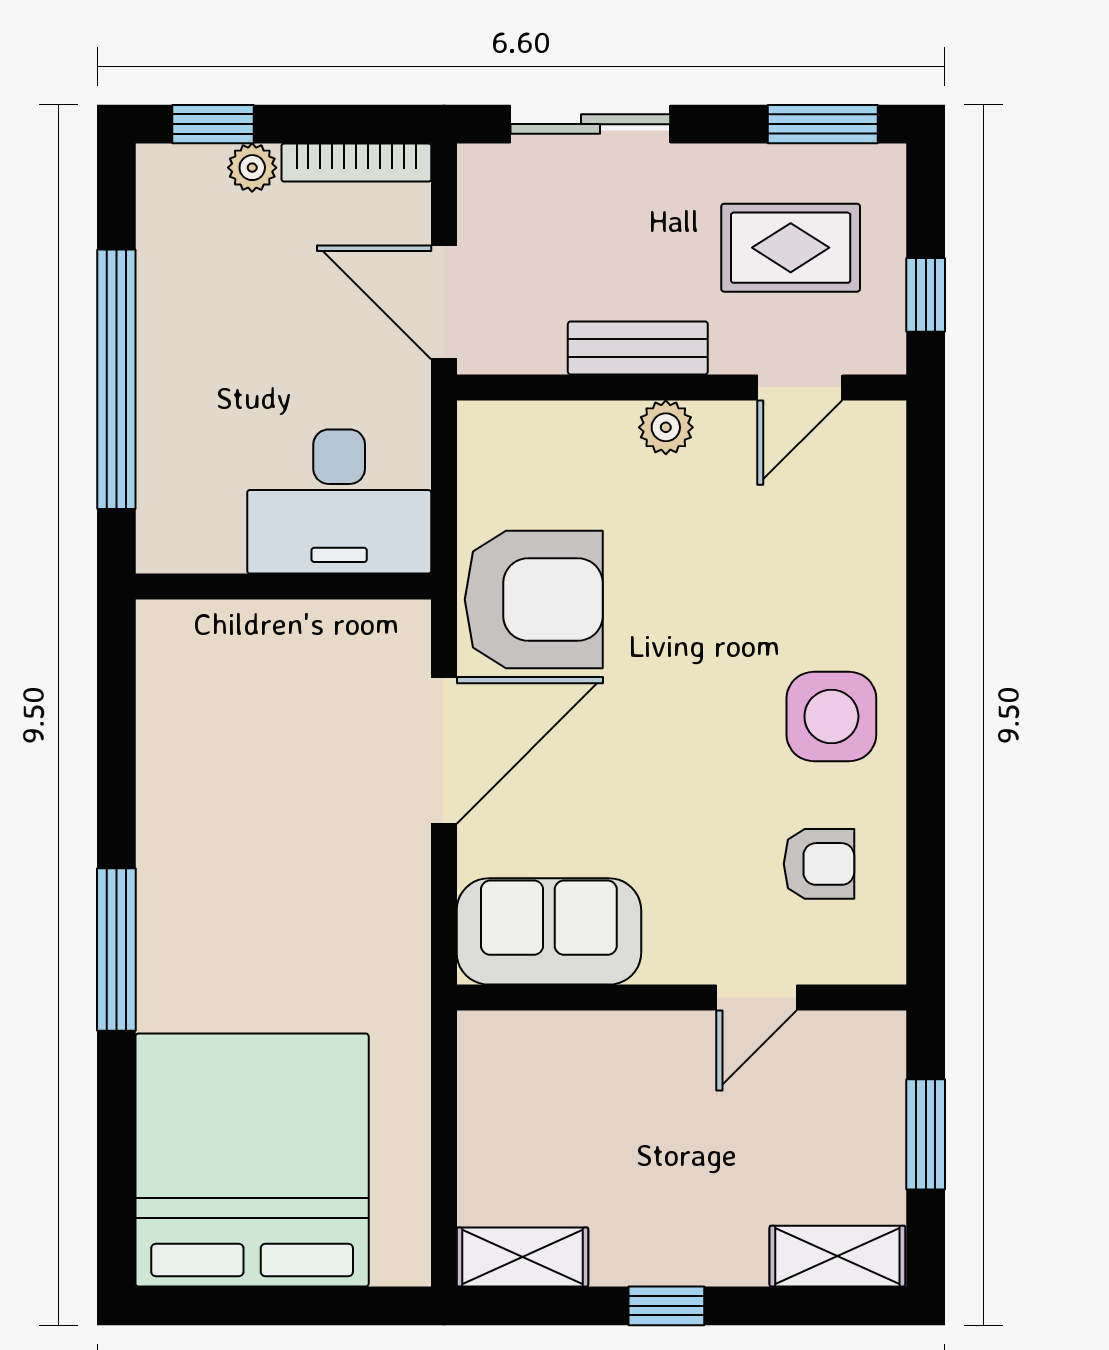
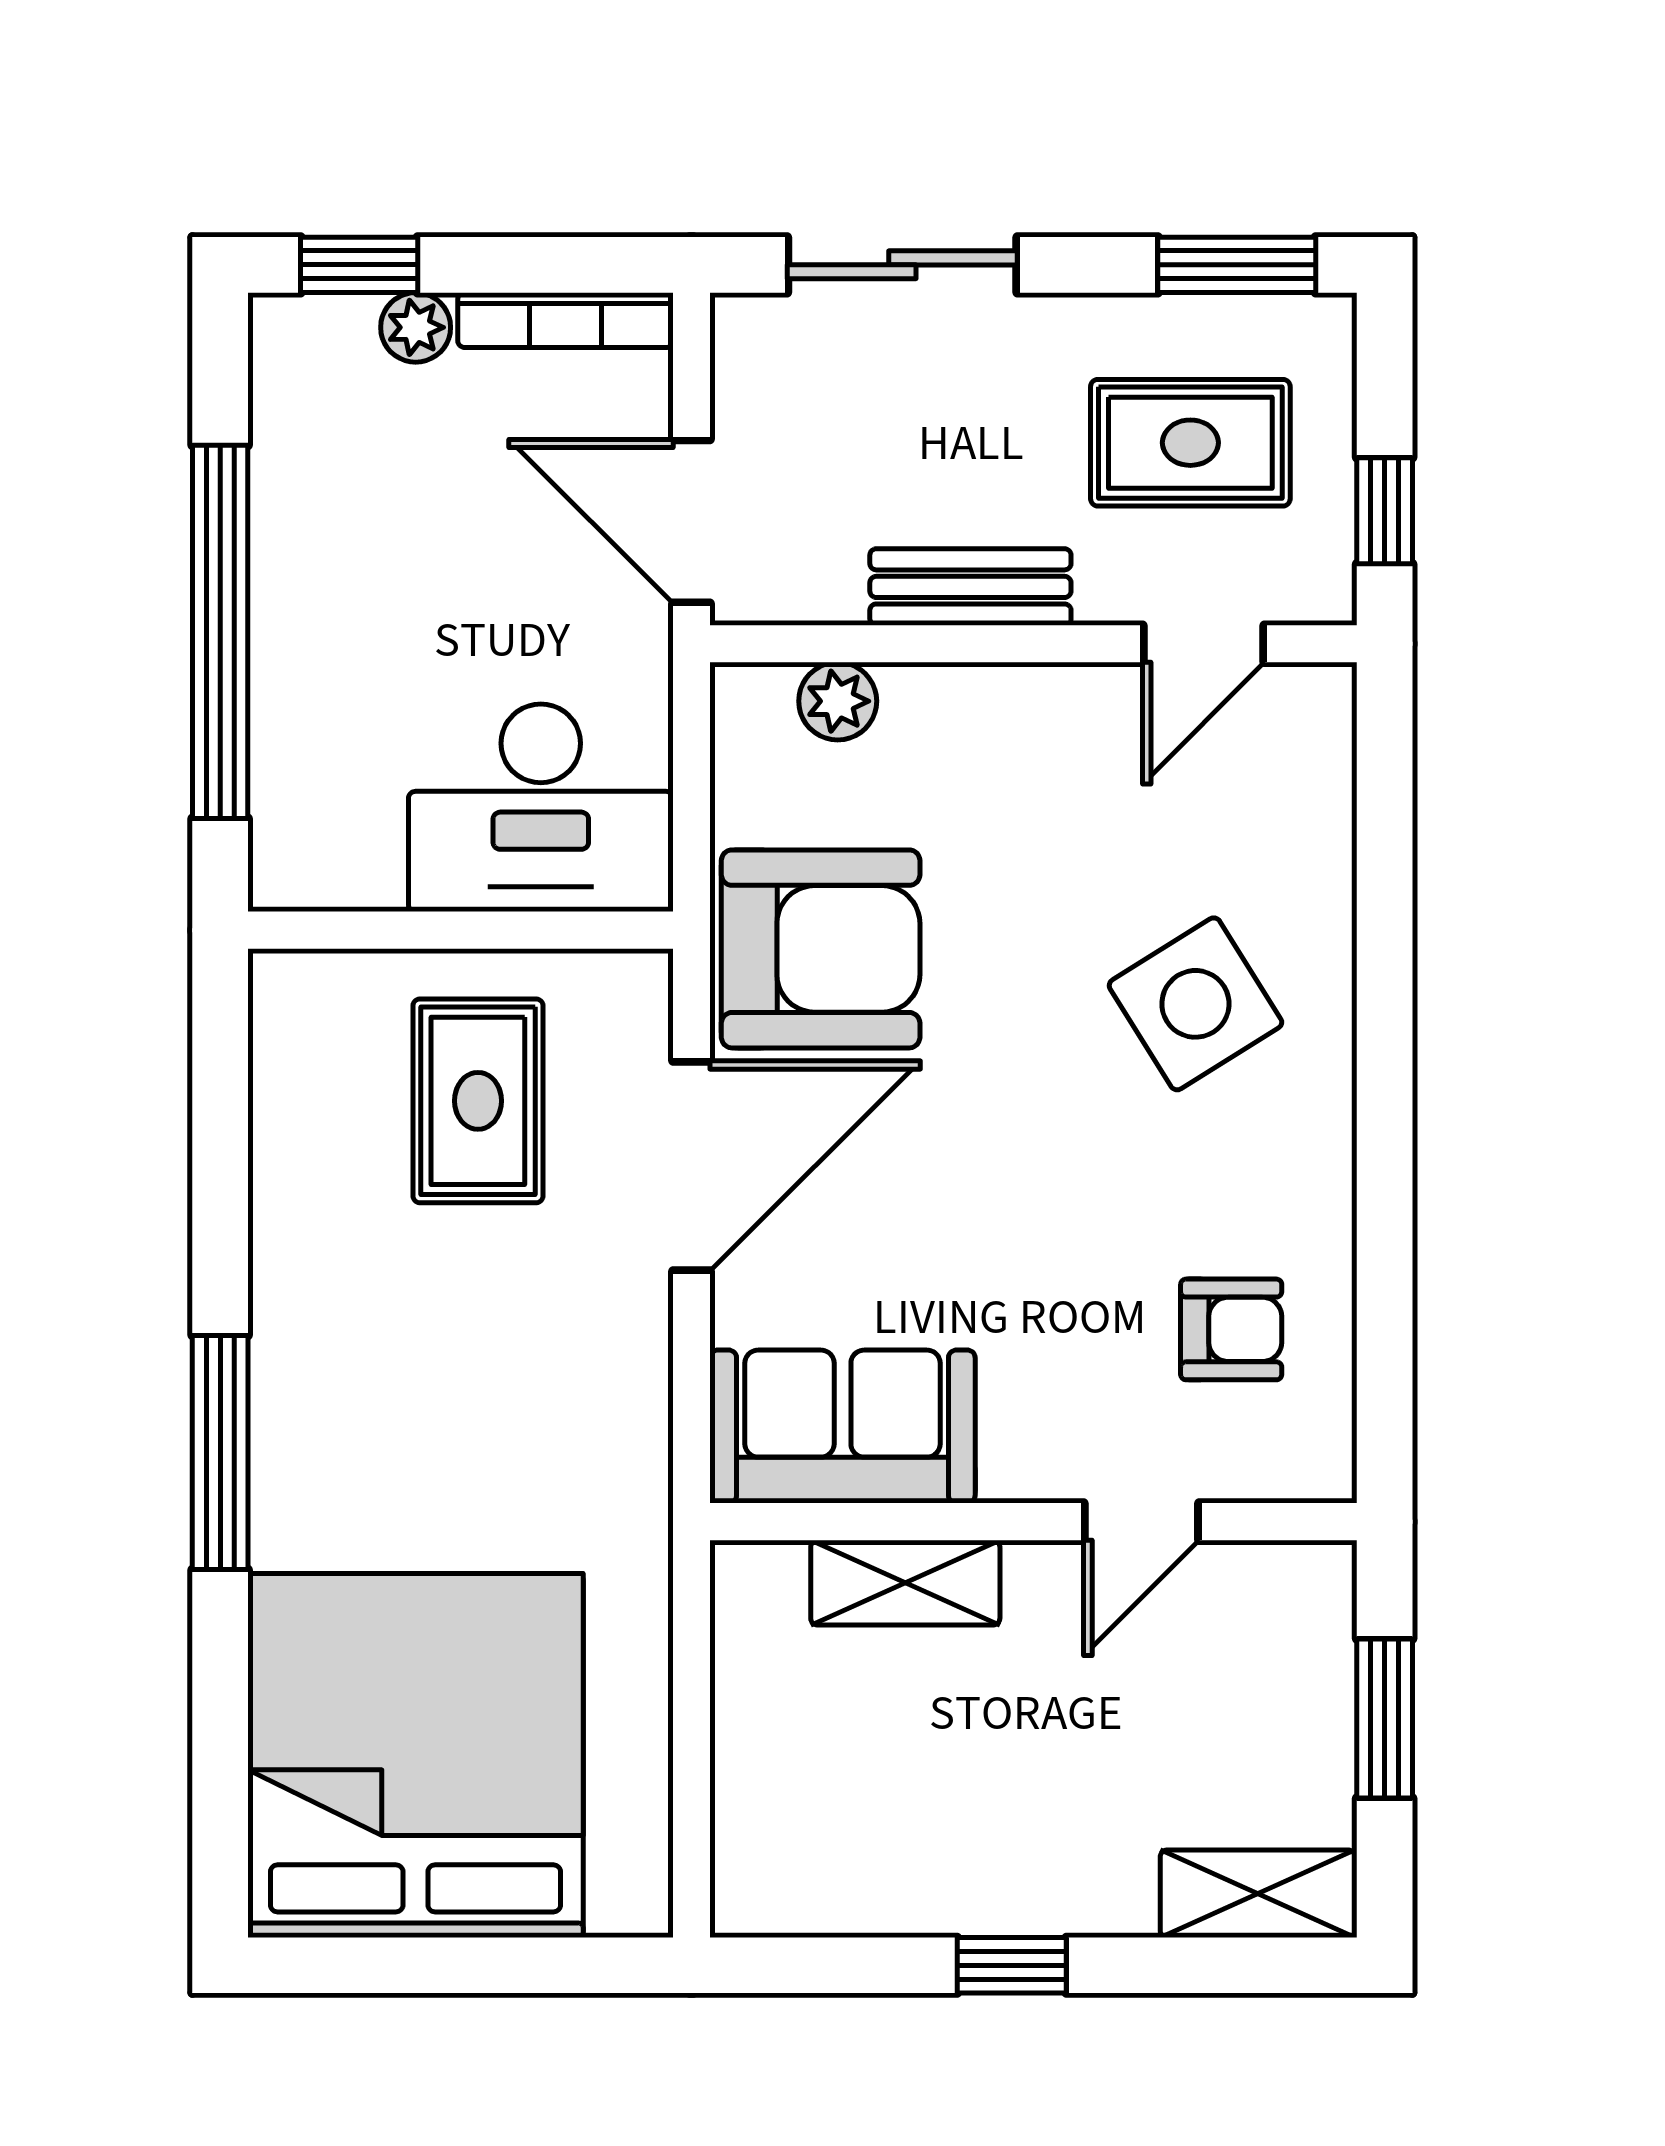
plant: (666, 427) -> (838, 701), moved
rug: (296, 705) -> (478, 1101), added
side table: (831, 716) -> (1195, 1004), moved, turned -32
shelving: (522, 1257) -> (905, 1583), moved

